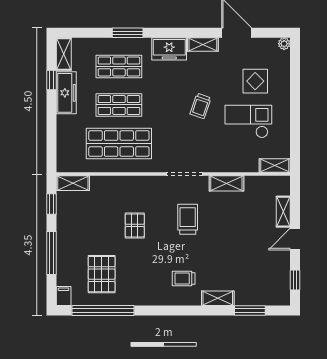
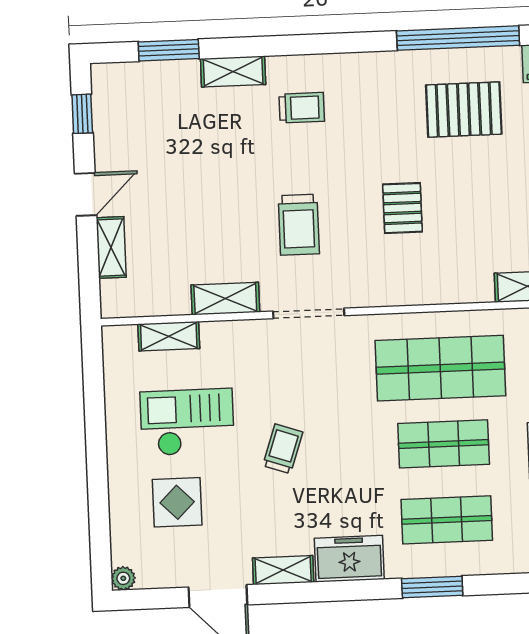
checkout: (248, 121) -> (187, 422), turned 180
shelving: (275, 165) -> (169, 336), moved
pallet: (102, 274) -> (464, 110), turned 90

